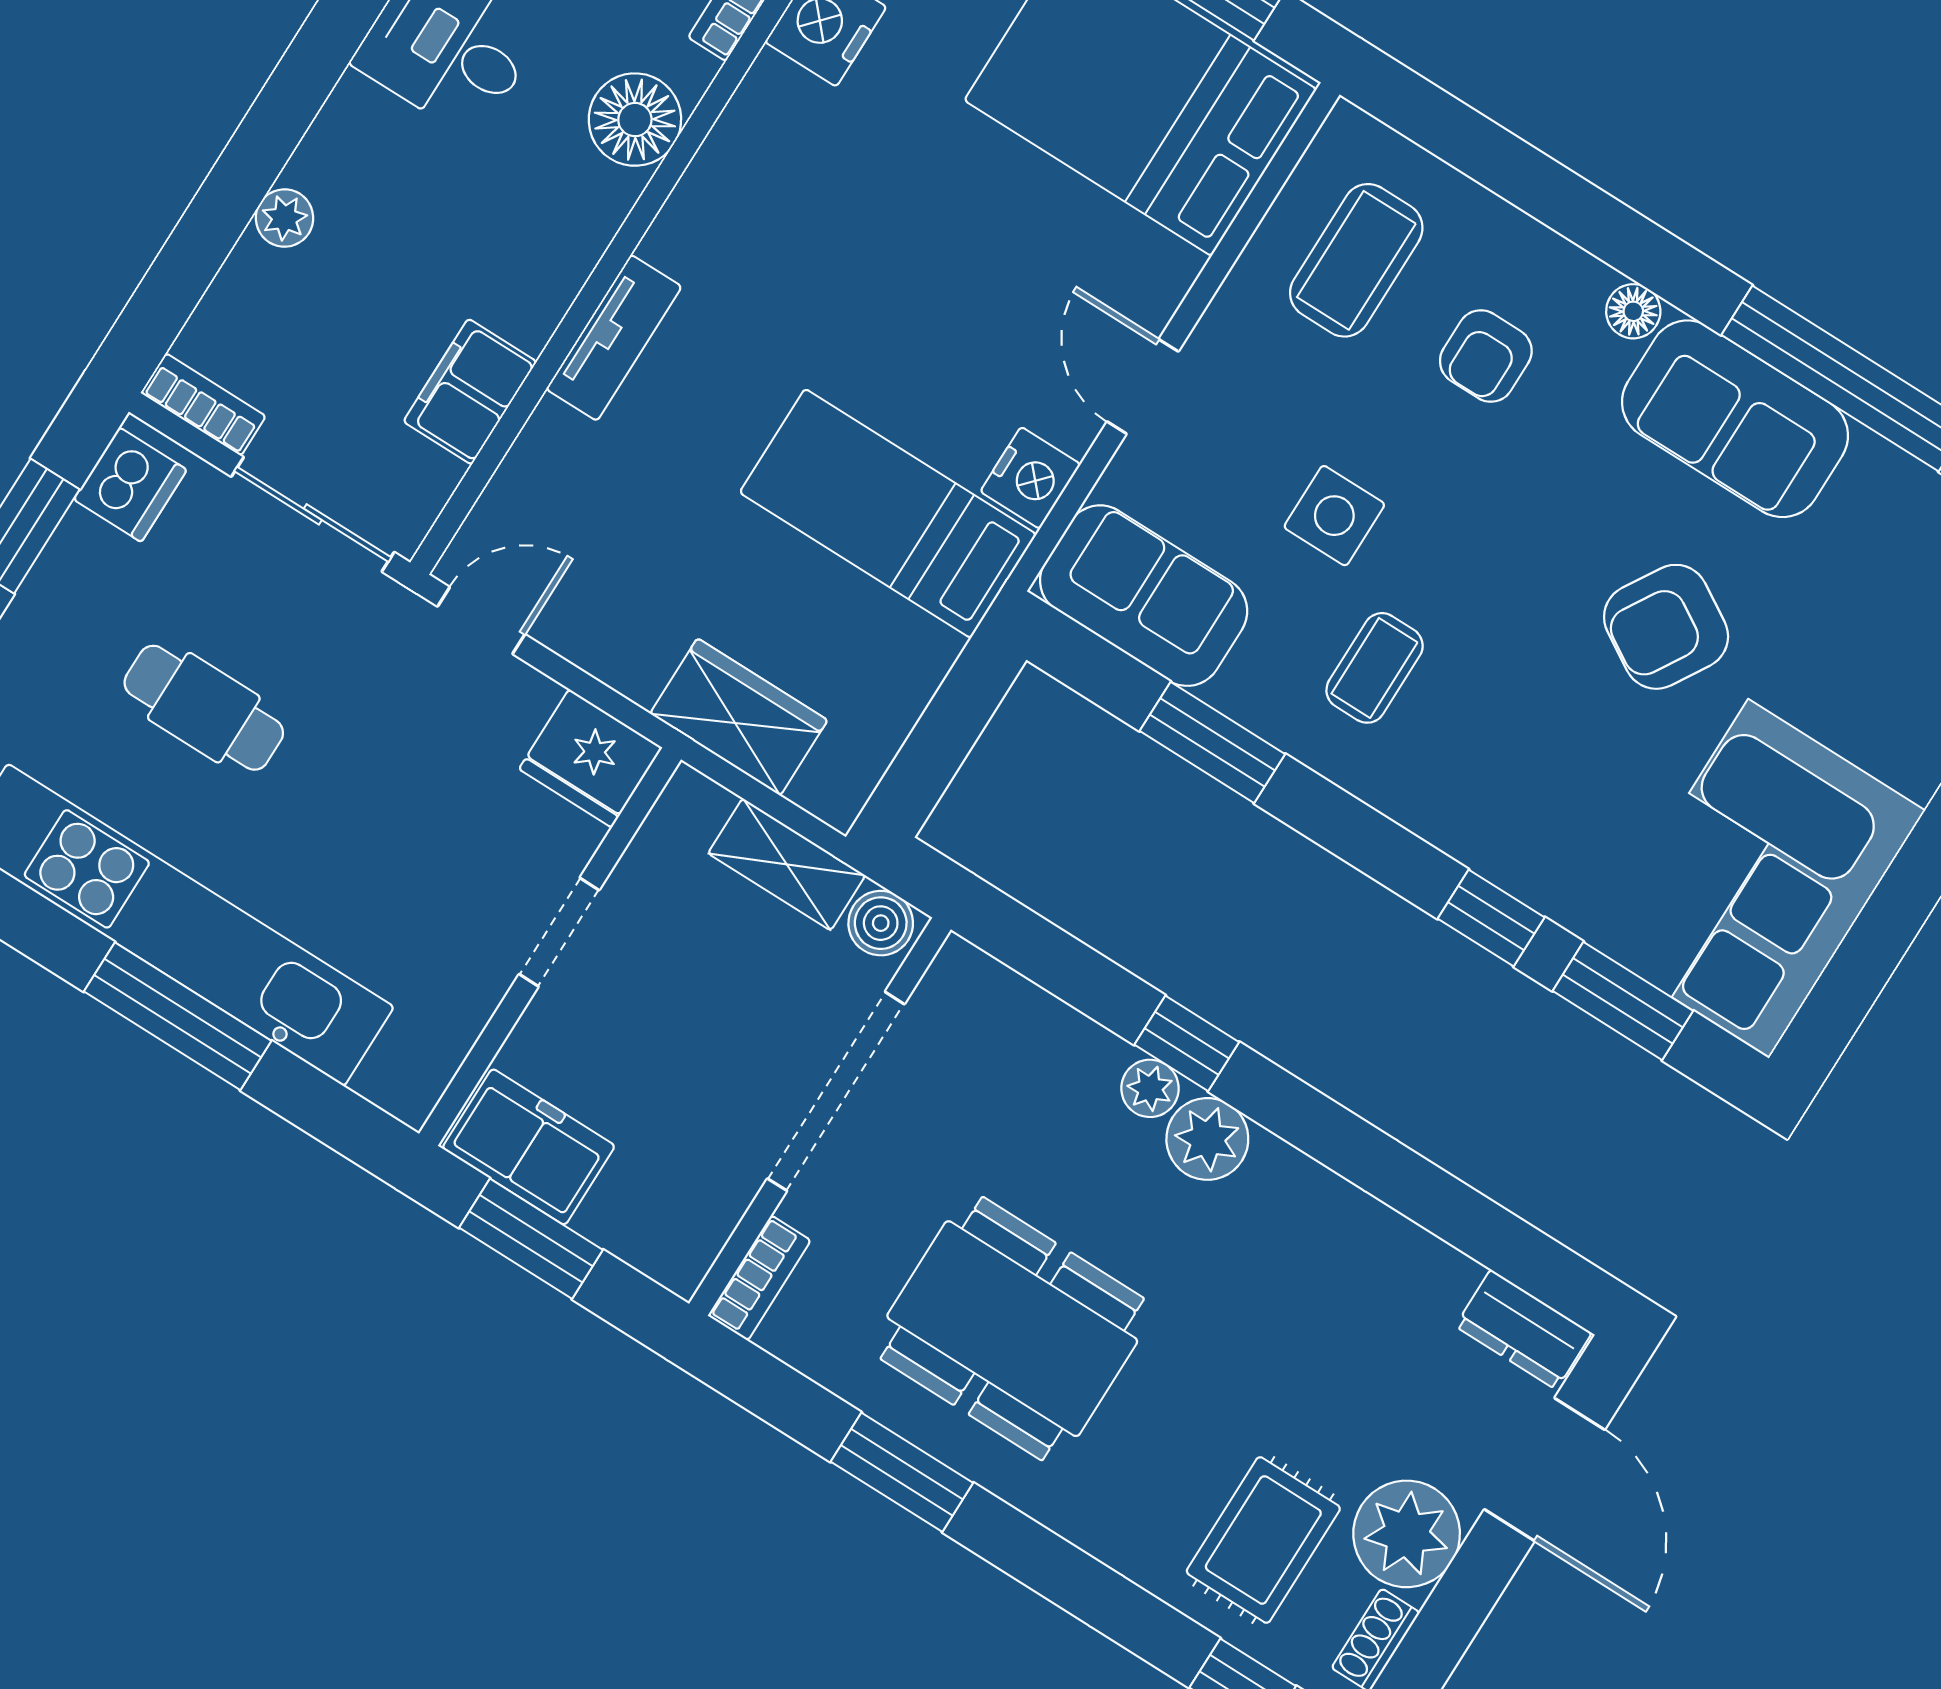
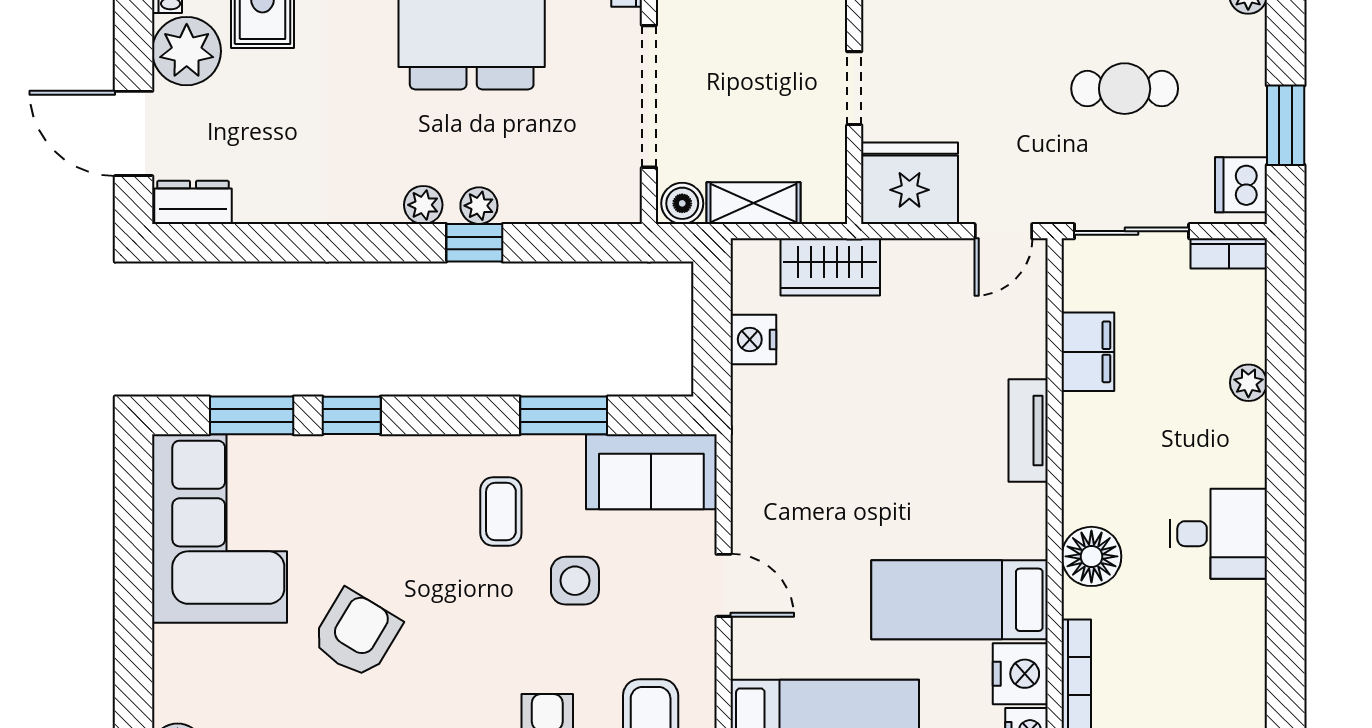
nightstand: (1030, 478) -> (753, 339), moved
bed: (888, 513) -> (960, 600), moved, turned 180
fridge: (591, 758) -> (909, 183), width x1.36, depth x1.34
plant: (1207, 1139) -> (423, 205), width x0.73, depth x0.73

